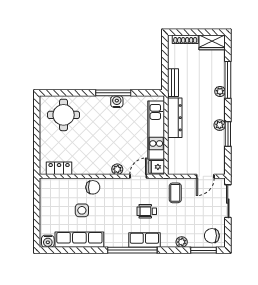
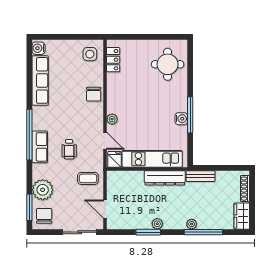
side table: (82, 210) -> (90, 54), moved
wheelchair: (147, 211) -> (69, 149), turned 180
plant: (182, 242) -> (43, 190), width x1.87, depth x1.87

